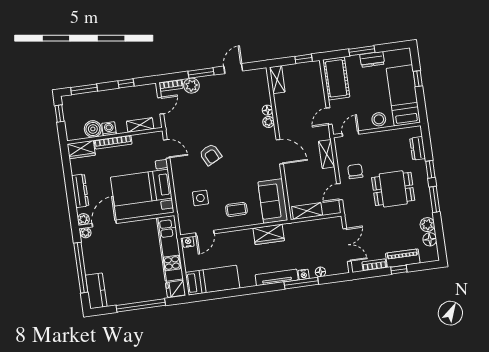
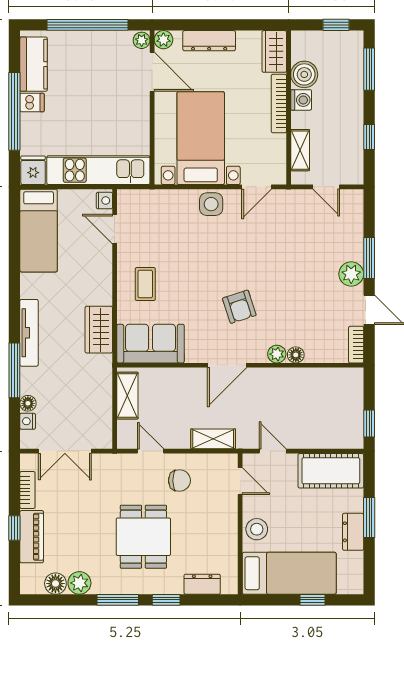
shelving: (277, 80) -> (342, 377), removed
bookcase: (171, 85) -> (356, 345), moved
plant: (192, 86) -> (351, 274), moved
armchair: (210, 155) -> (239, 307), moved, turned -81
side table: (200, 198) -> (211, 204), moved
nightstand: (304, 274) -> (28, 421), moved
kitchen counter: (96, 291) -> (34, 64), moved, turned -90
dishwasher: (134, 295) -> (32, 103), added

